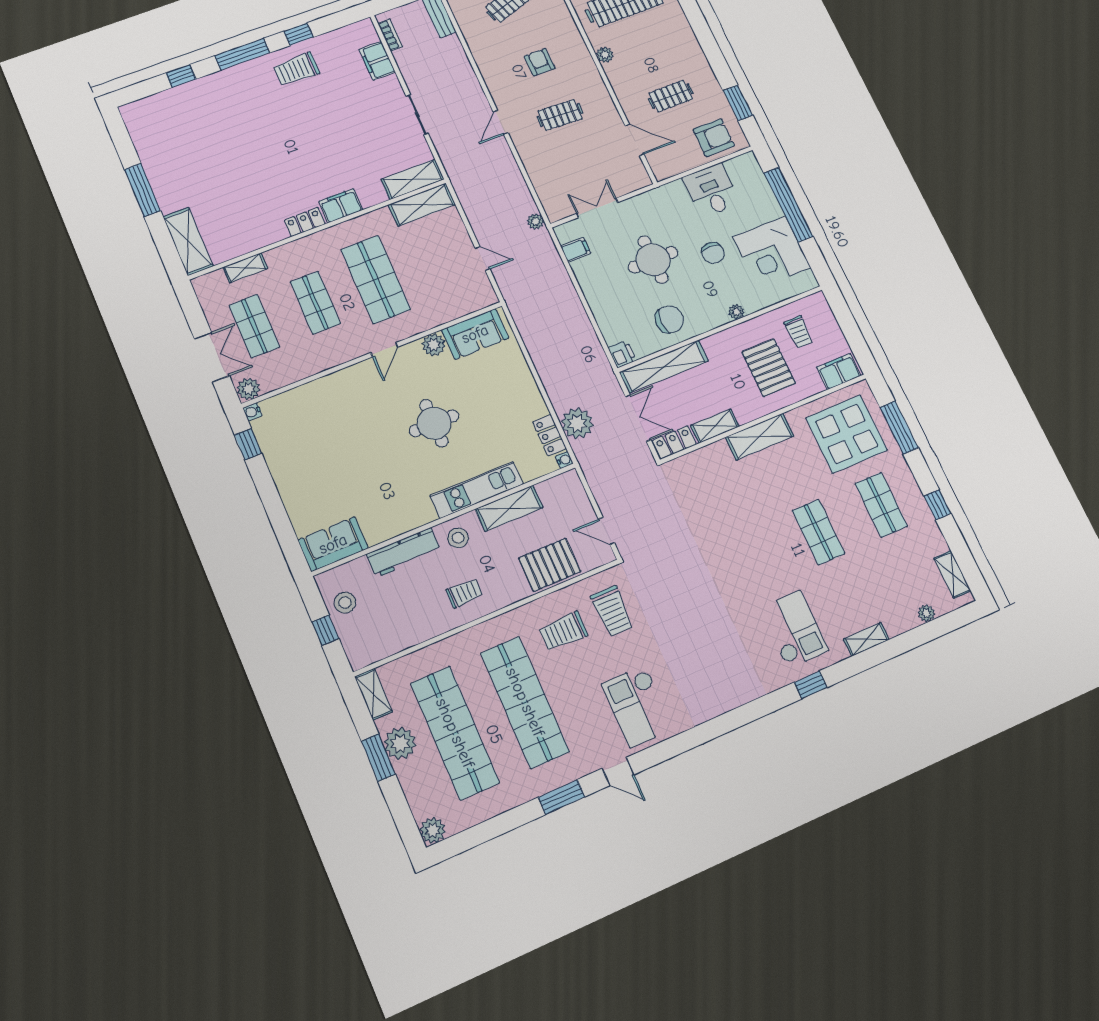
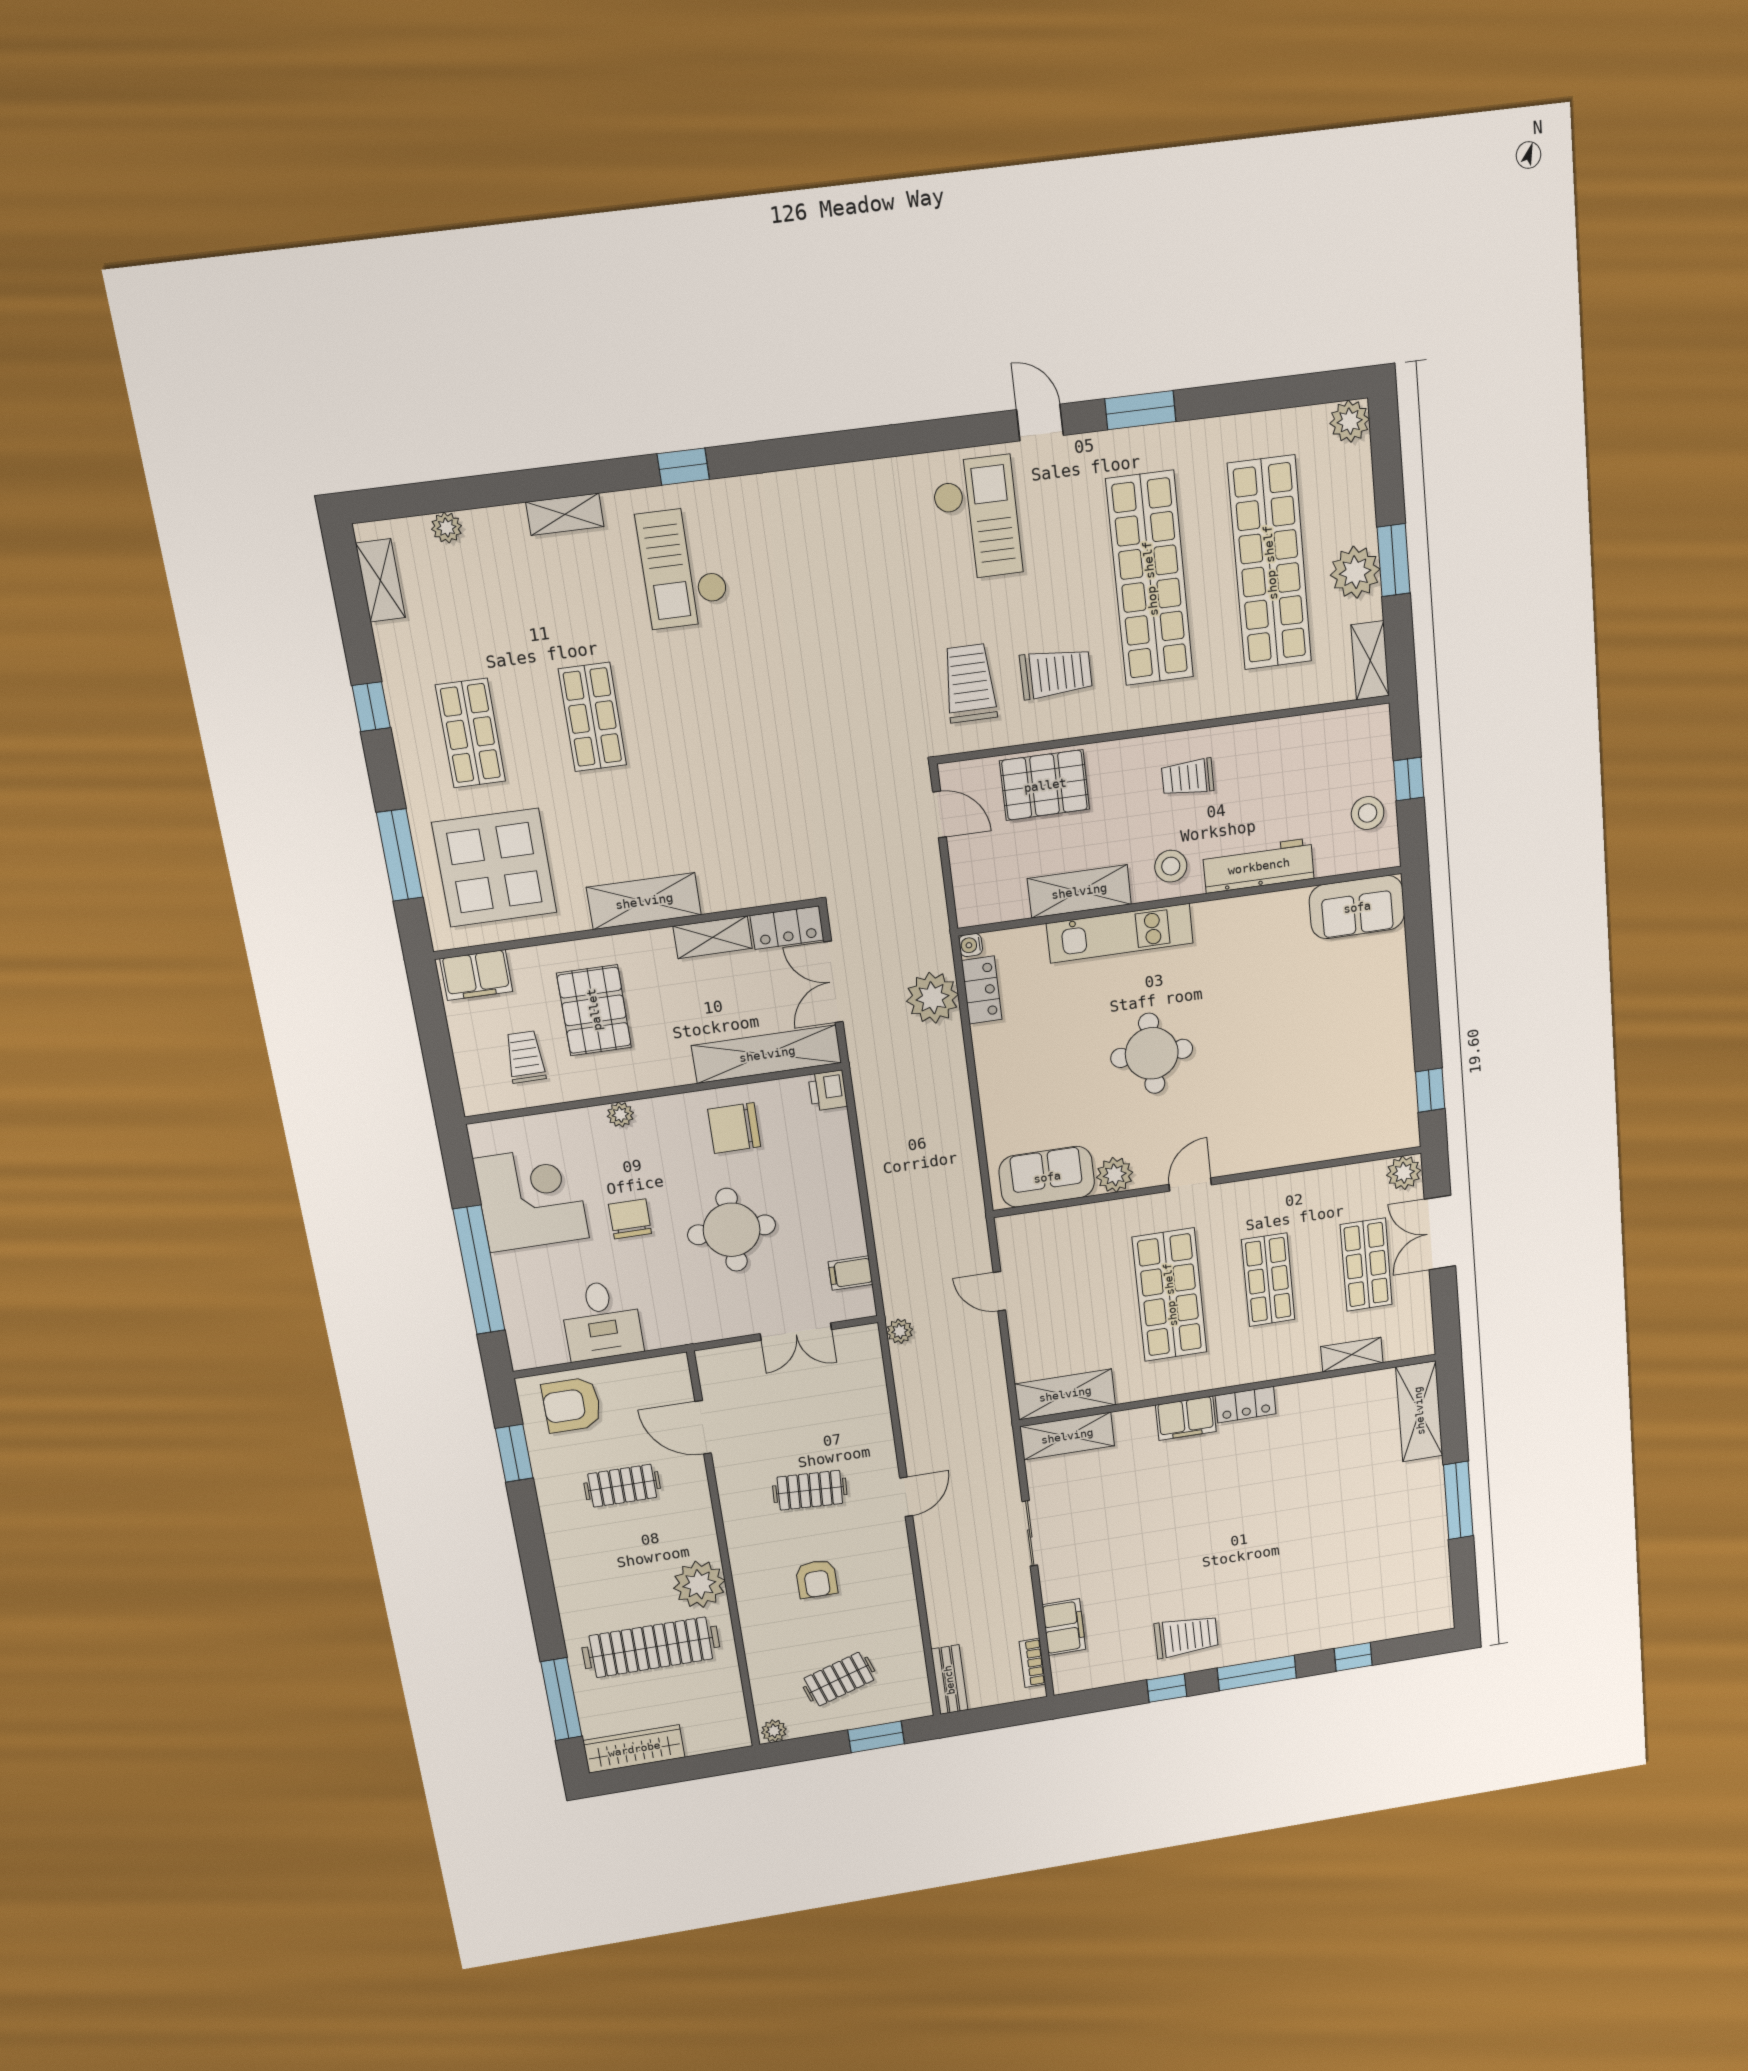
plant: (605, 55) -> (699, 1584), width x1.87, depth x1.87
water cooler: (252, 412) -> (1409, 1137), removed

